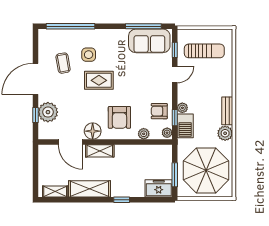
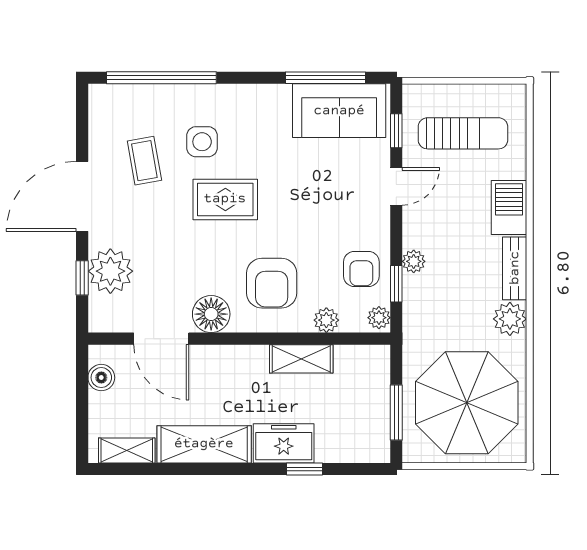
armchair: (159, 111) -> (361, 269), turned -90
barbecue: (185, 126) -> (509, 207), moved, turned 180
shelving: (100, 151) -> (301, 359), moved
boiler: (44, 159) -> (101, 378), added
freezer: (159, 188) -> (284, 443), moved
window: (122, 200) -> (305, 469), moved

